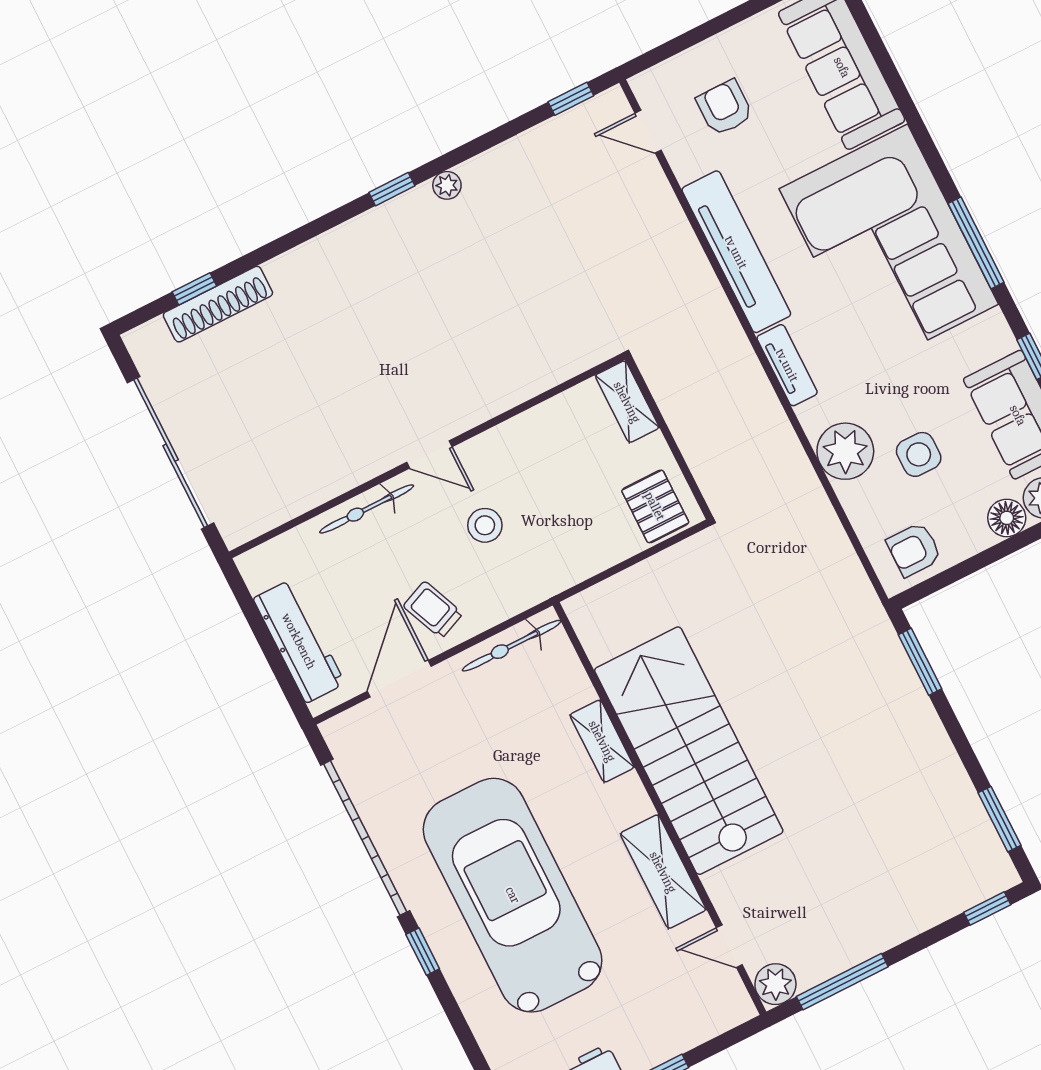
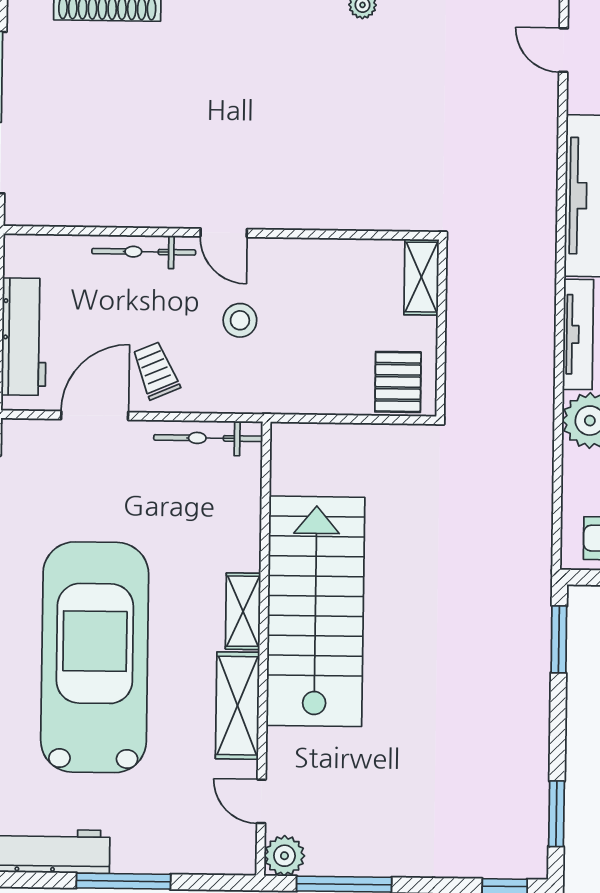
tv unit: (787, 365) -> (578, 334), width x1.41
shelving: (602, 741) -> (243, 611), moved

